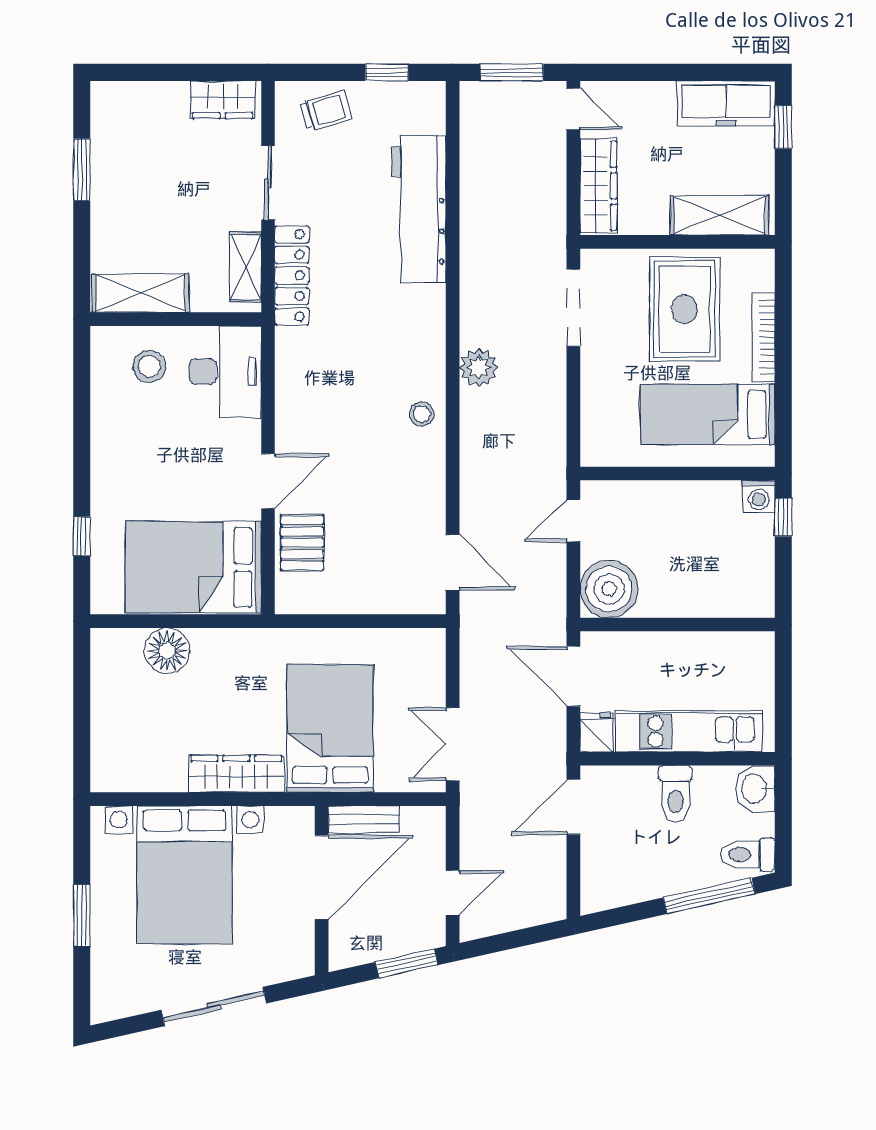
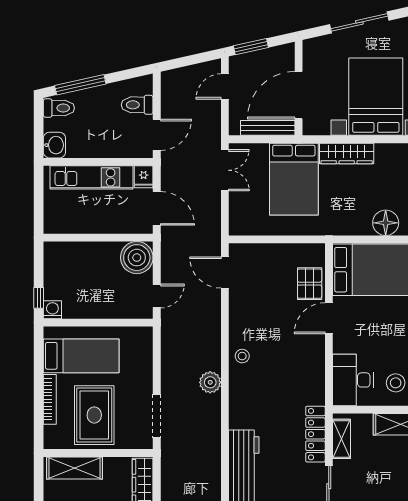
toilet: (675, 794) -> (137, 105), moved, turned -90
bench: (364, 819) -> (268, 128), width x1.36

